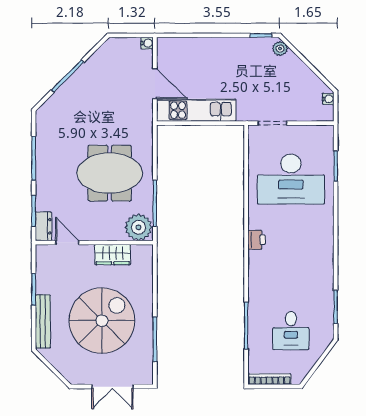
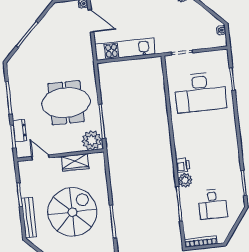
door: (155, 84) -> (91, 21), moved
dresser: (44, 226) -> (20, 130), moved
printer: (257, 240) -> (183, 165), moved
plant: (257, 295) -> (185, 180), added

